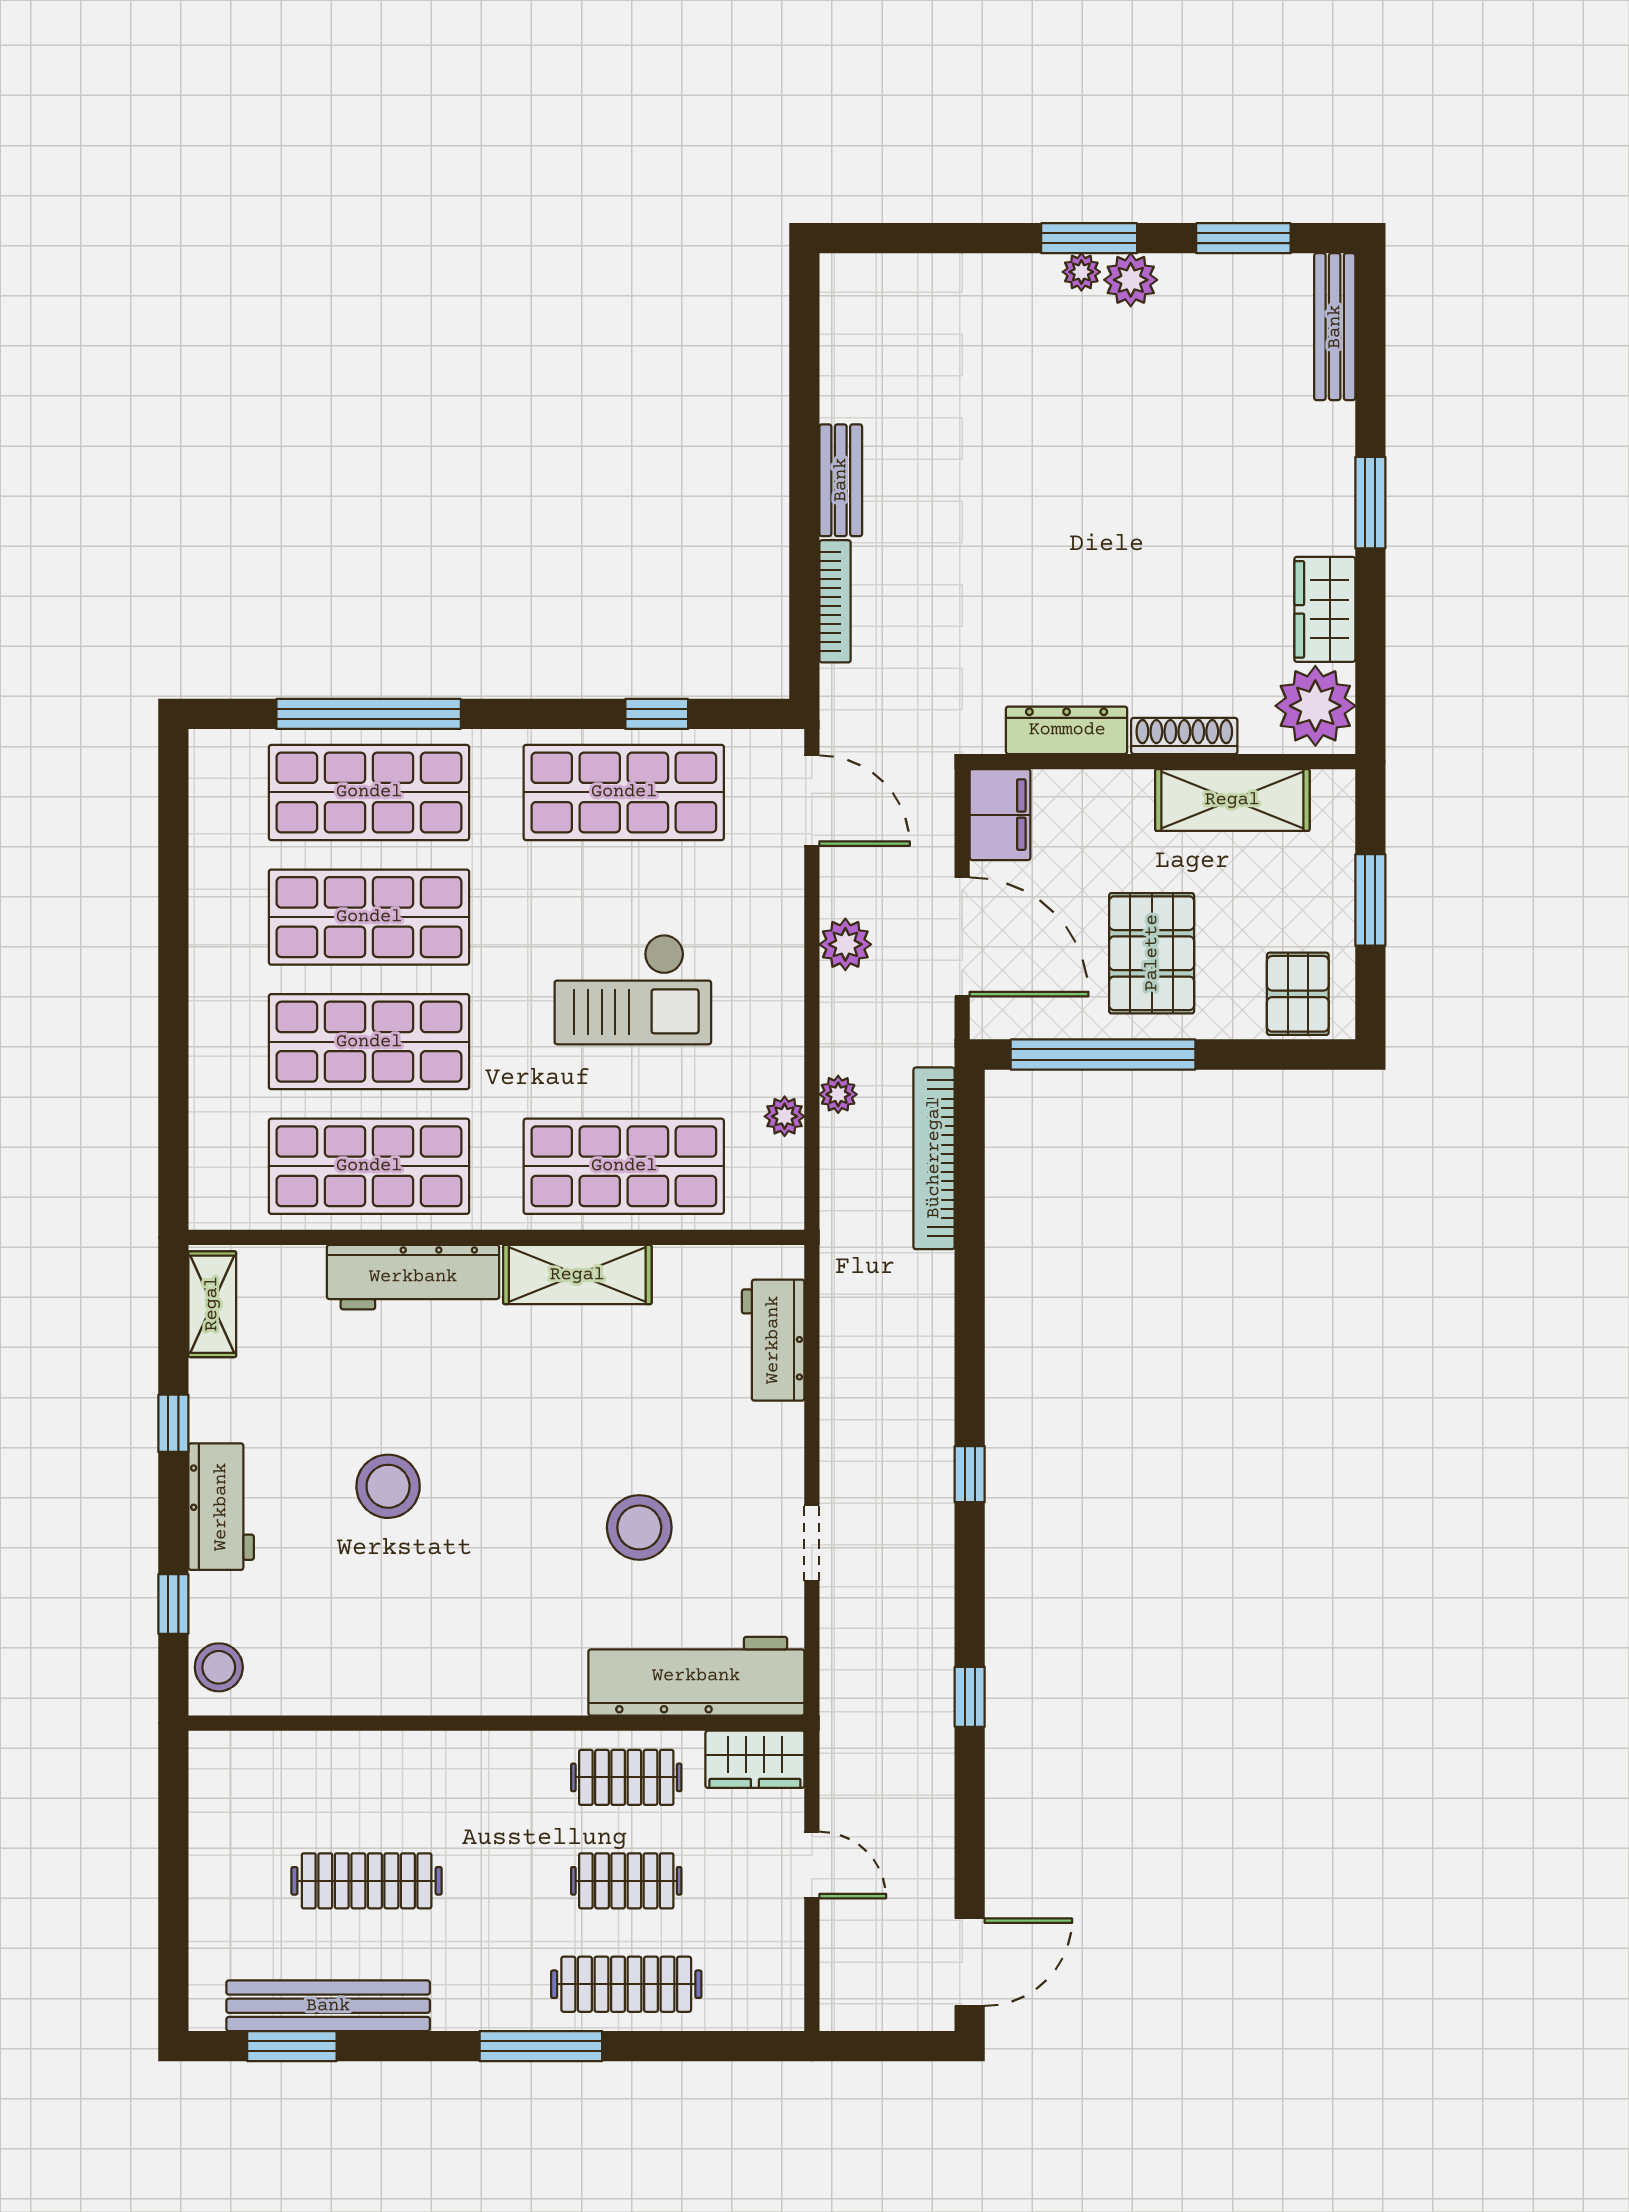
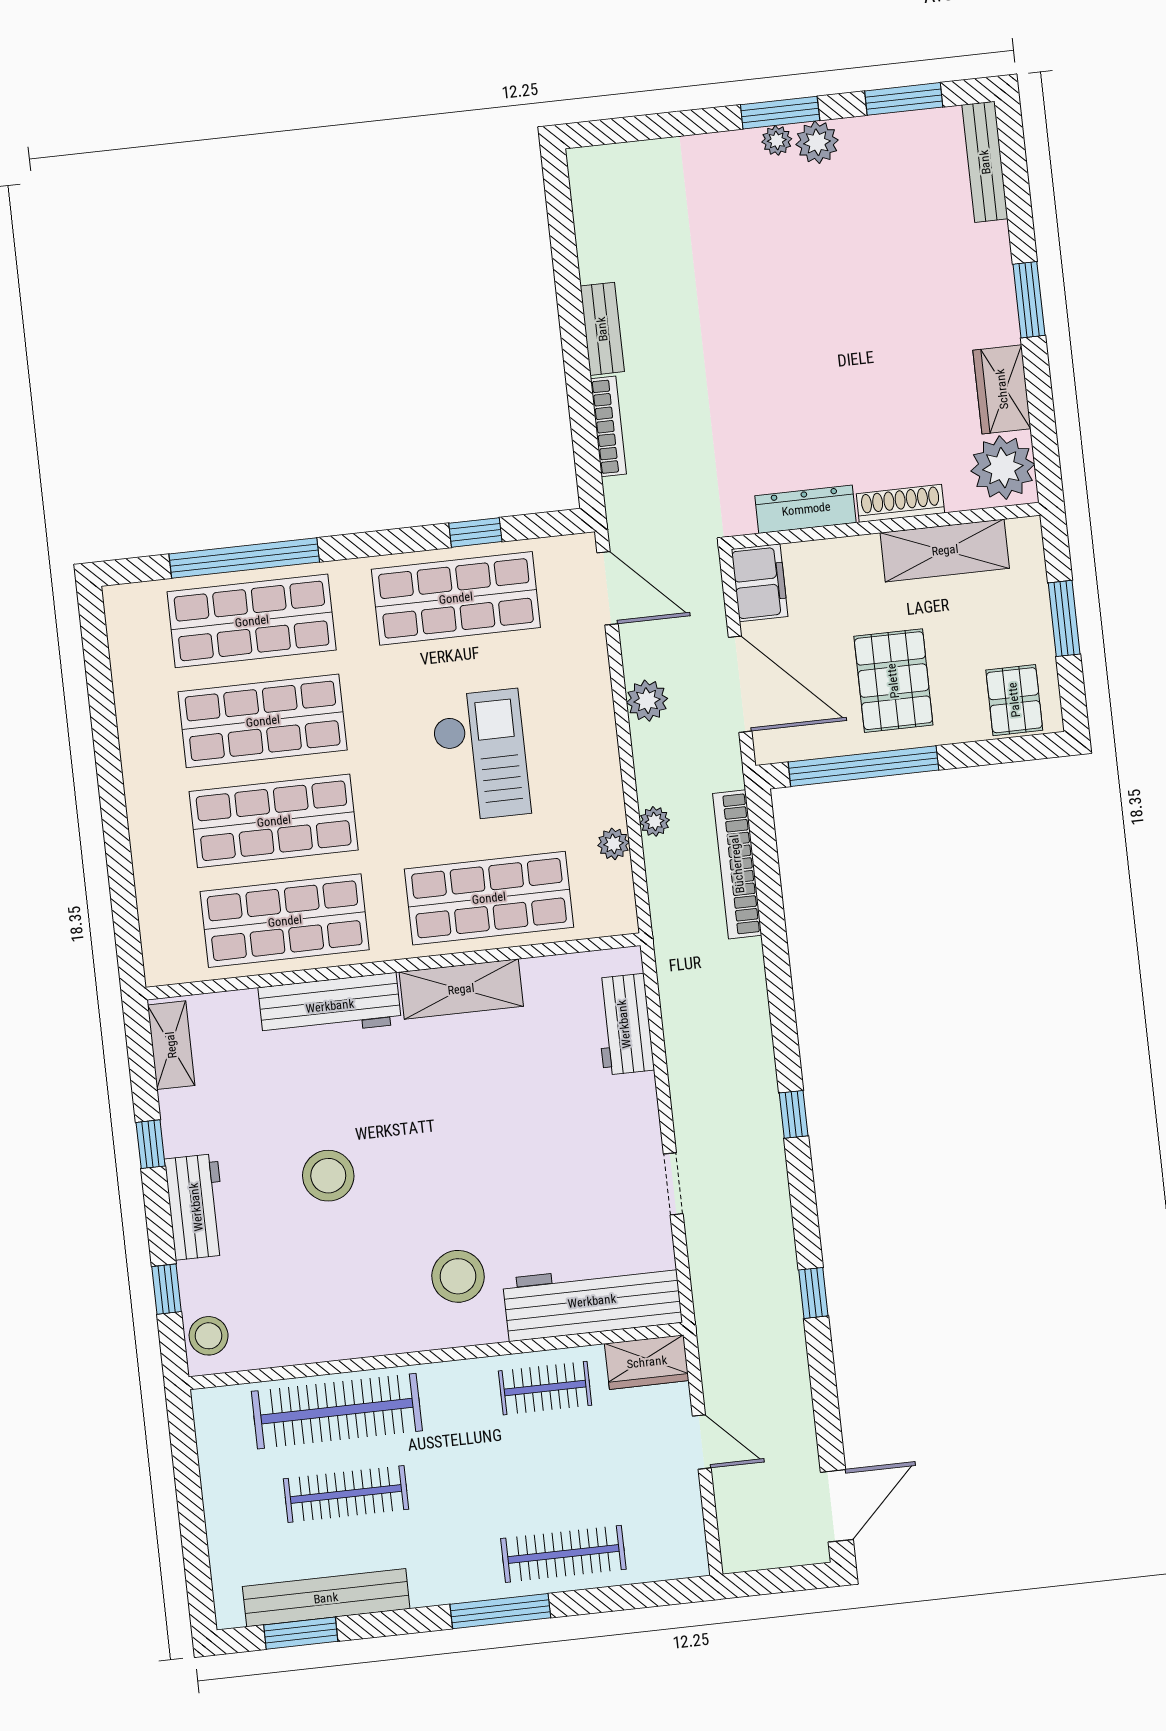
checkout: (633, 989) -> (481, 755), turned -90
stool: (639, 1527) -> (458, 1276), moved
clothes rail: (626, 1881) -> (337, 1411), moved, width x1.86, depth x1.31

